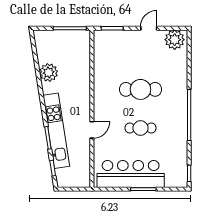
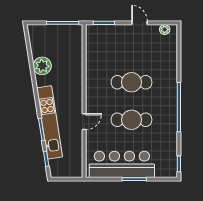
door: (149, 28) -> (139, 23), hinge flipped
plant: (175, 40) -> (165, 29), width x0.53, depth x0.53
cafe table: (140, 128) -> (131, 120), width x1.37, depth x1.35

